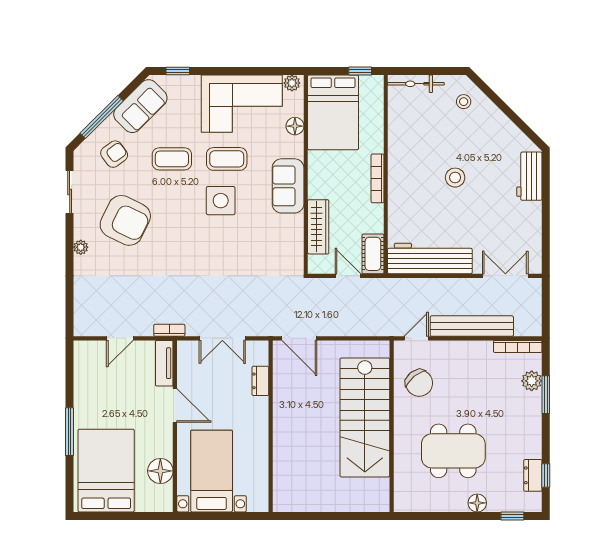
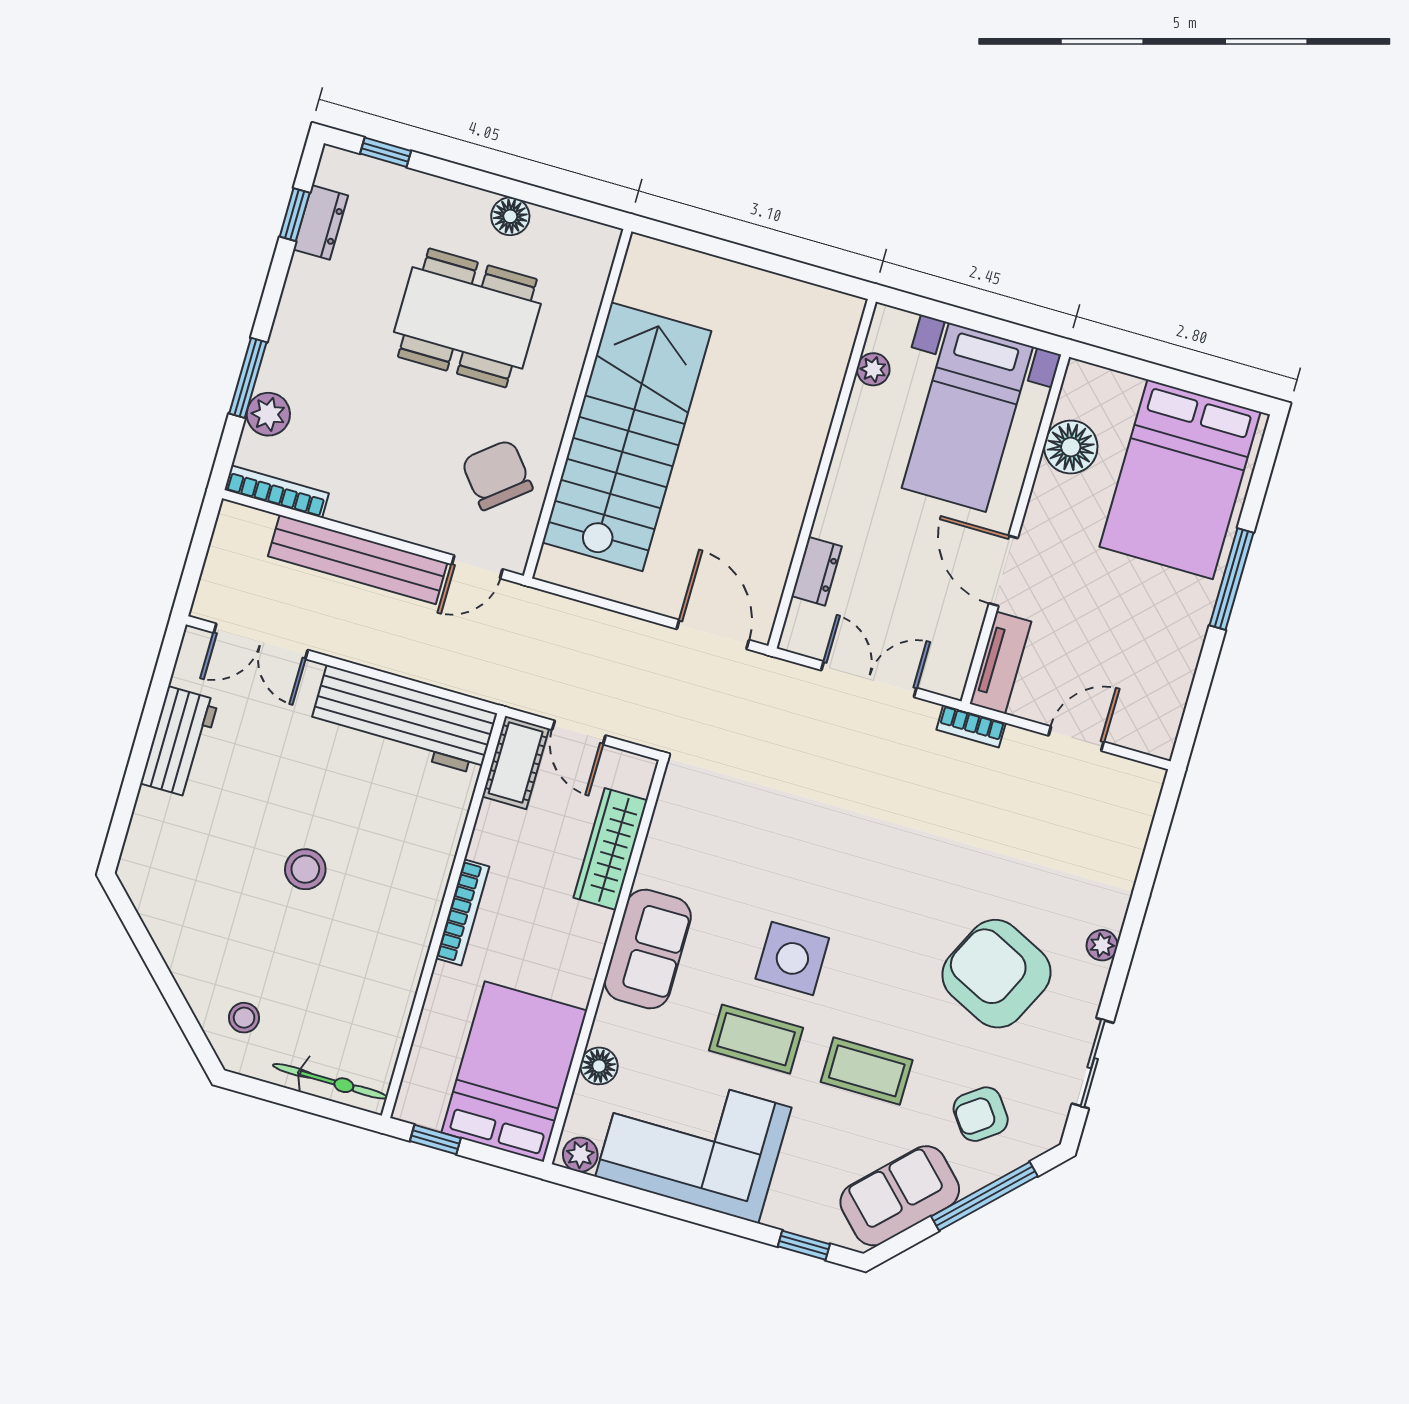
workbench: (529, 176) -> (179, 742), moved
plant: (261, 481) -> (873, 369), added
floor lamp: (477, 503) -> (510, 216), moved

